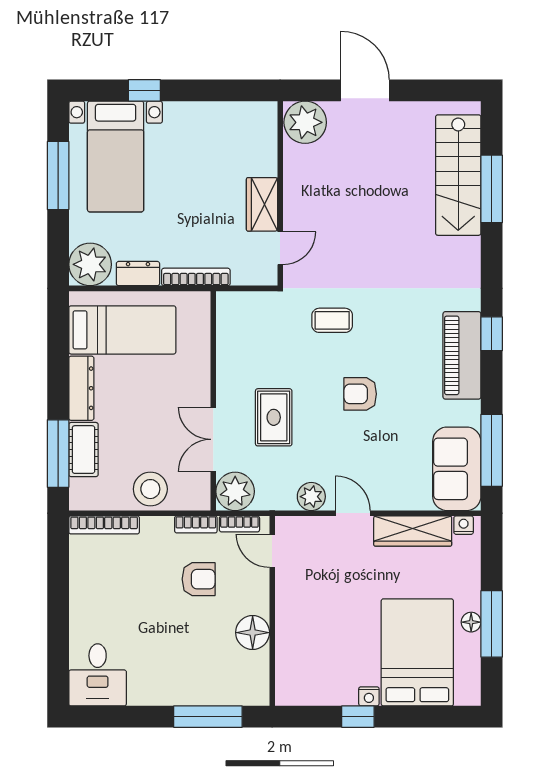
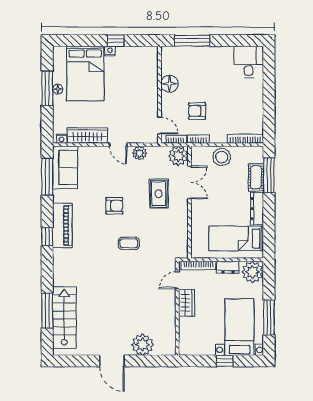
wall: (280, 193) -> (177, 308), moved
wardrobe: (262, 204) -> (187, 303), moved
door: (280, 248) -> (177, 280), moved

